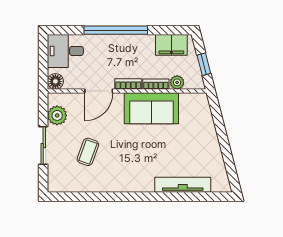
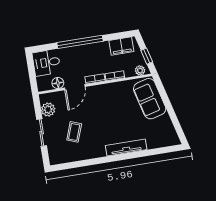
floor lamp: (55, 81) -> (58, 83), moved
plant: (177, 82) -> (140, 70), moved
sofa: (151, 108) -> (150, 99), moved, turned 76
tv unit: (183, 185) -> (126, 148), moved

